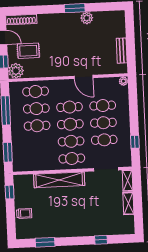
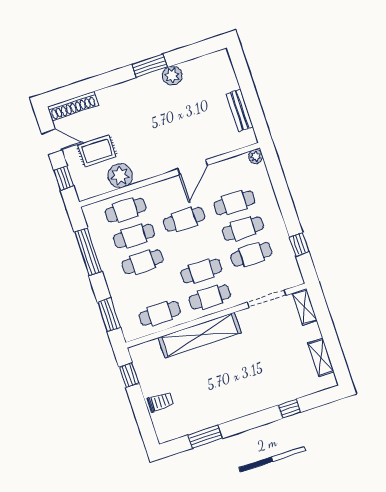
plant: (16, 71) -> (120, 176), moved
door: (83, 77) -> (193, 167), hinge flipped
cafe table: (70, 124) -> (160, 314), moved
shelving: (128, 203) -> (321, 357), moved

